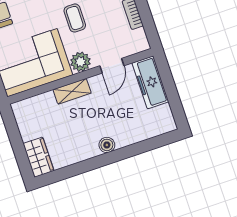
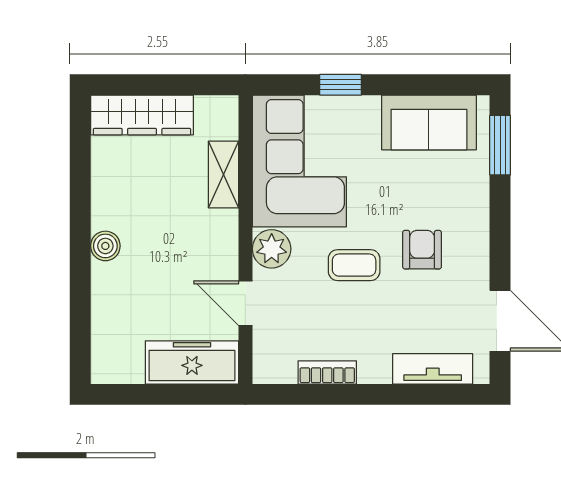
shelving: (72, 91) -> (224, 175), moved
wardrobe: (38, 157) -> (142, 115), width x1.50

